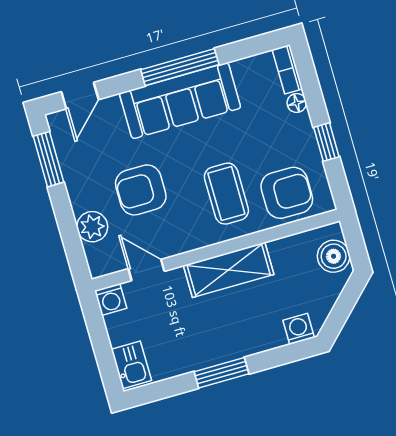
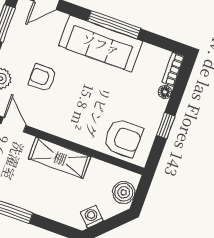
armchair: (141, 190) -> (43, 78), width x0.72, depth x0.72
coffee table: (226, 194) -> (89, 114), removed
washing machine: (299, 329) -> (92, 217), moved, turned -45

